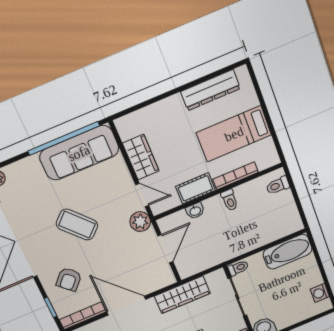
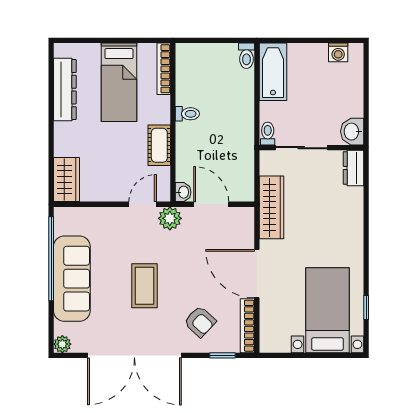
sofa: (79, 153) -> (72, 279), moved
wardrobe: (141, 157) -> (66, 180), moved, turned 90
bookcase: (236, 176) -> (164, 69), moved
toilet: (278, 185) -> (246, 56), moved
washbasin: (195, 211) -> (183, 192), moved
coffee table: (77, 225) -> (145, 286), turned -47
door: (126, 306) -> (257, 274), hinge flipped

